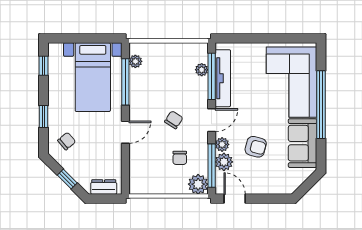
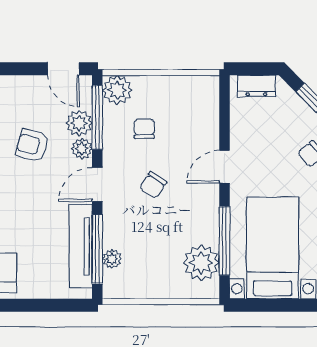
plant: (135, 61) -> (201, 263), width x1.88, depth x1.88

